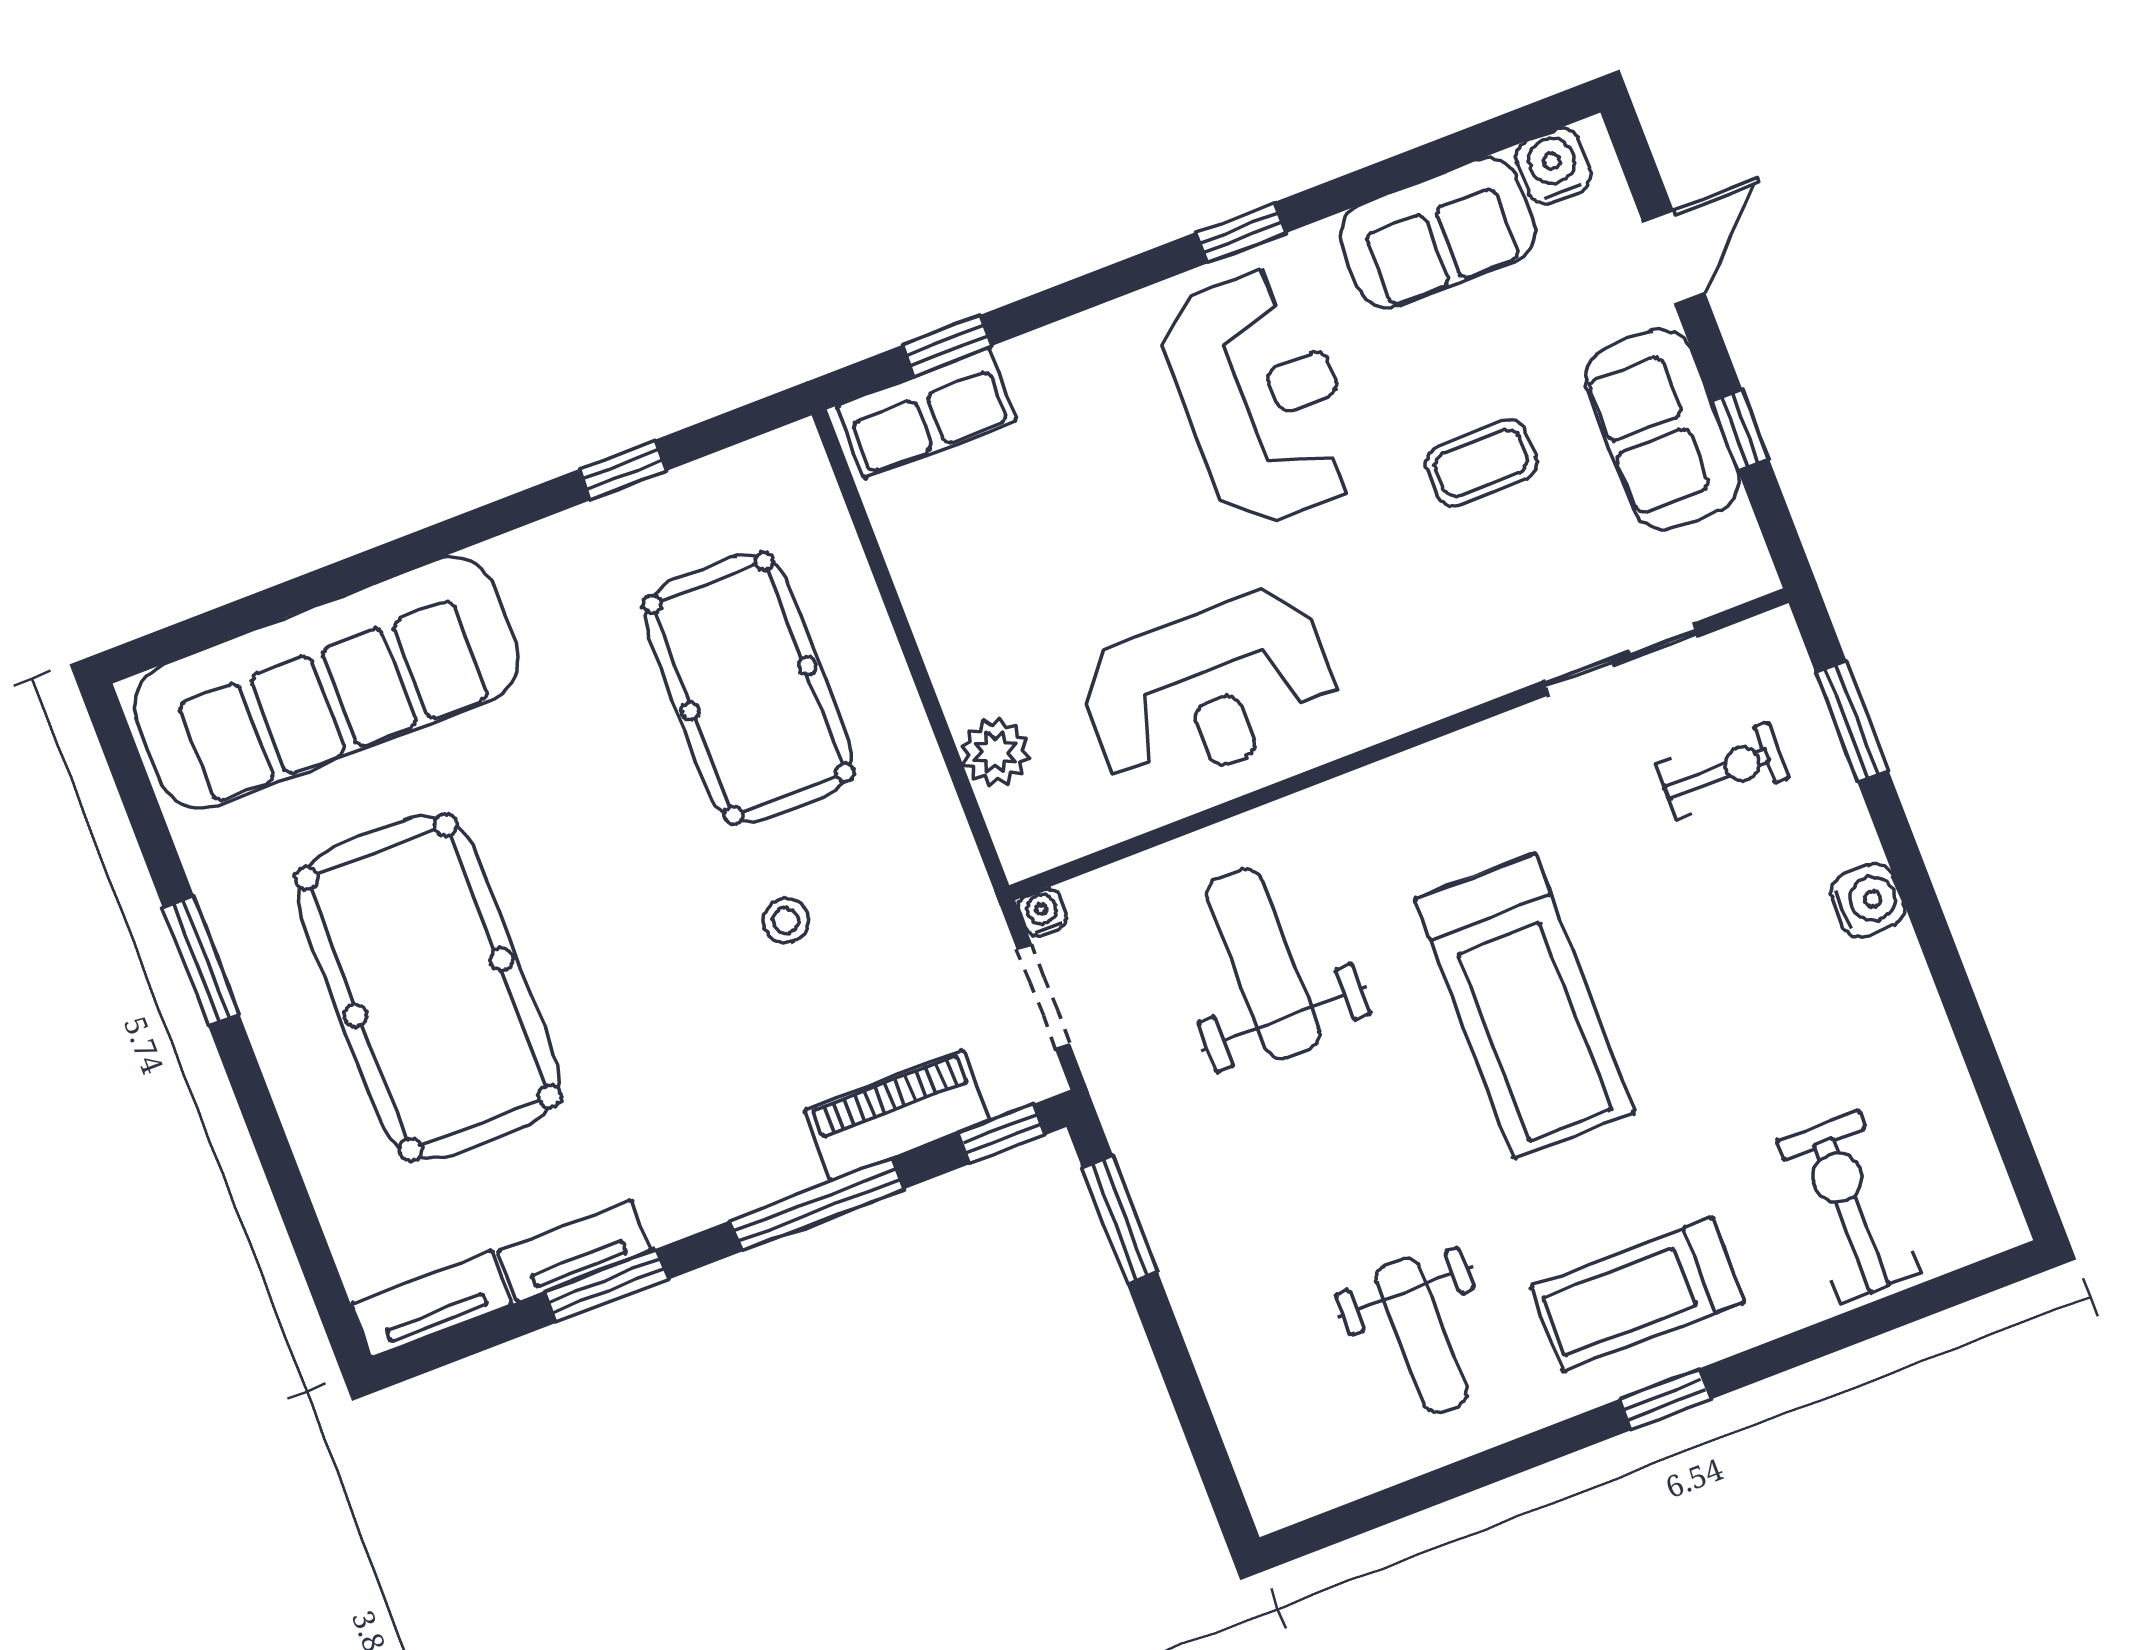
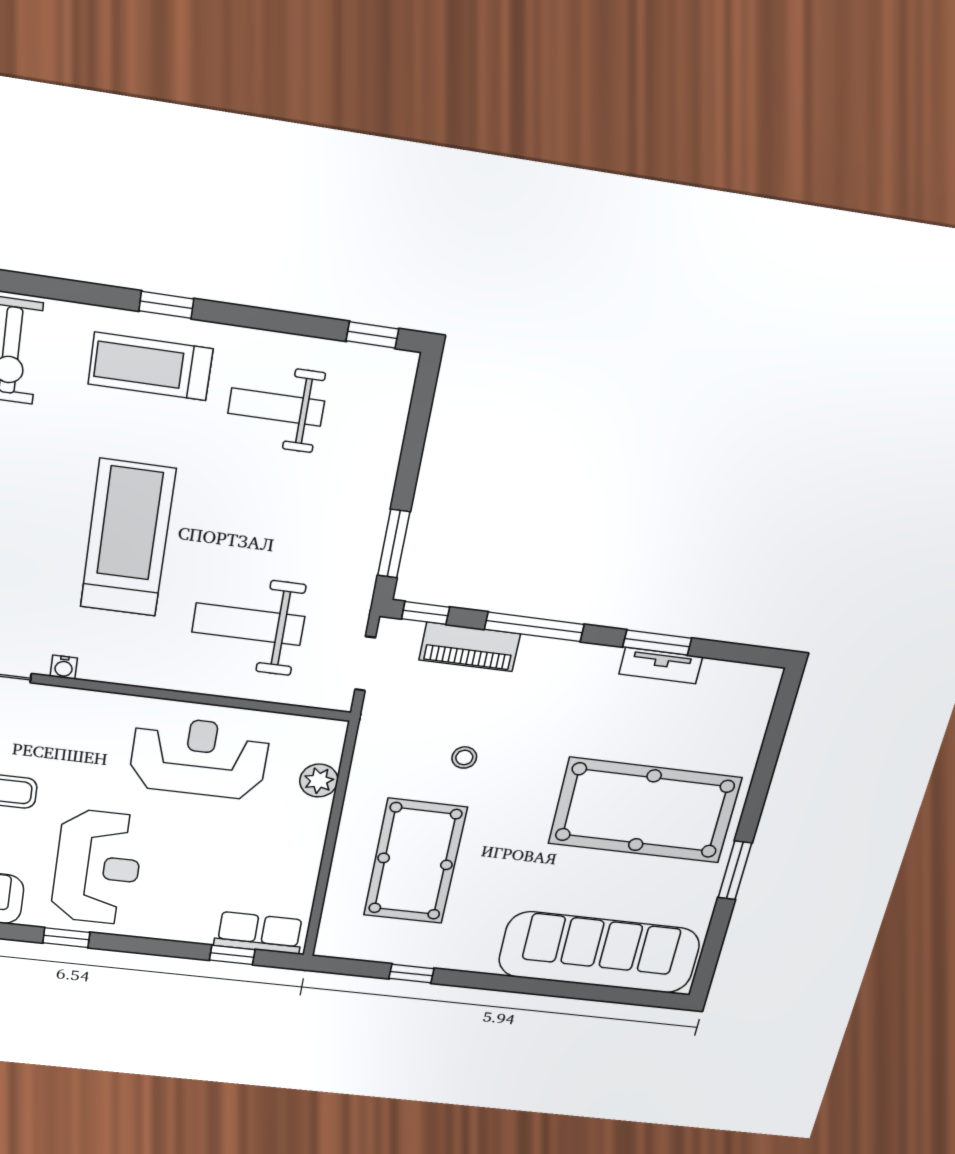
reception desk: (1262, 397) -> (97, 867), turned 180
water cooler: (1043, 912) -> (64, 667), moved
weight bench: (1264, 964) -> (248, 624), turned 90
pool table: (428, 987) -> (645, 810), turned 90
treadmill: (1637, 1295) -> (150, 366), turned 180
tv unit: (431, 1304) -> (742, 677), removed
weight bench: (1421, 1335) -> (276, 407), turned -90
window: (1346, 1522) -> (372, 335), added

